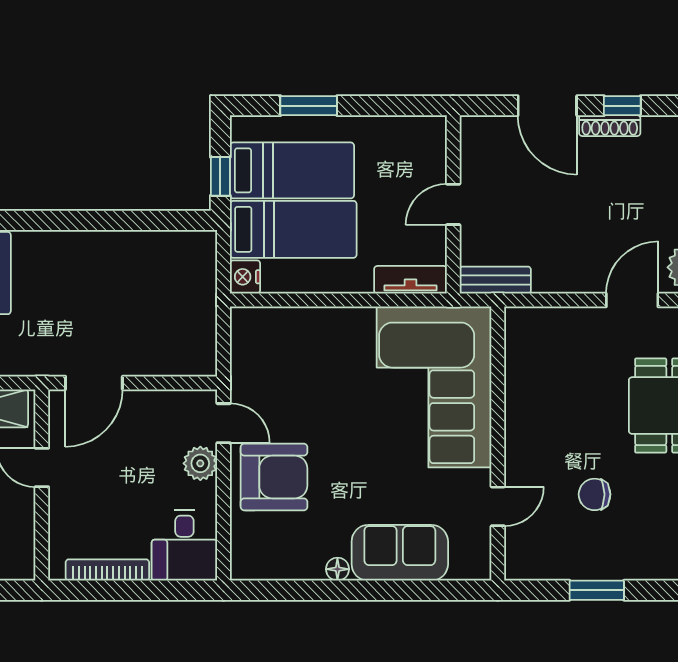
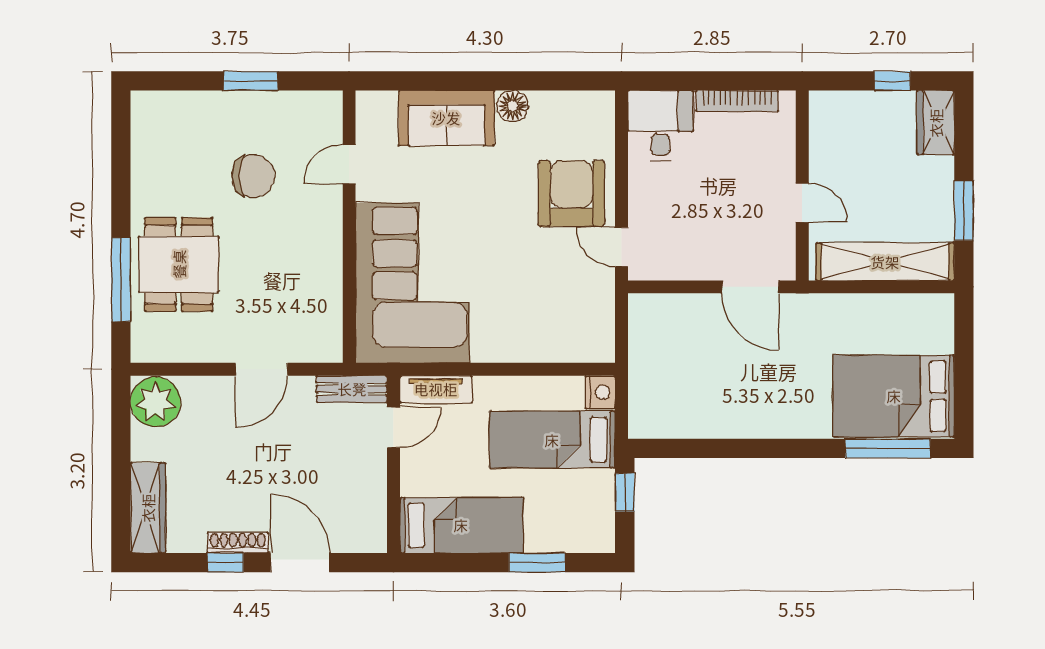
bed: (292, 170) -> (461, 525), moved, turned 180
door: (453, 204) -> (393, 427), moved
door: (632, 300) -> (262, 369), moved
door: (94, 383) -> (750, 287), swing flipped
plant: (200, 463) -> (645, 207), removed
armchair: (274, 477) -> (571, 193), turned 90
chair: (595, 494) -> (253, 176), width x1.37, depth x1.37
floor lamp: (337, 569) -> (513, 106), width x1.37, depth x1.37

